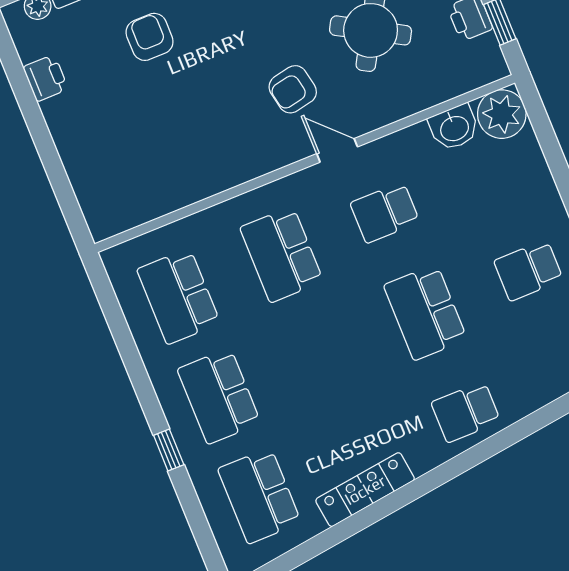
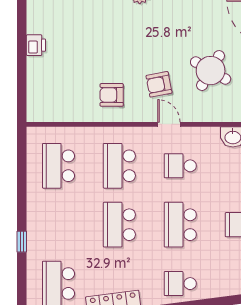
armchair: (150, 37) -> (112, 95), moved, turned -90
printer: (46, 78) -> (36, 45), moved
school desk: (219, 396) -> (119, 225), moved

